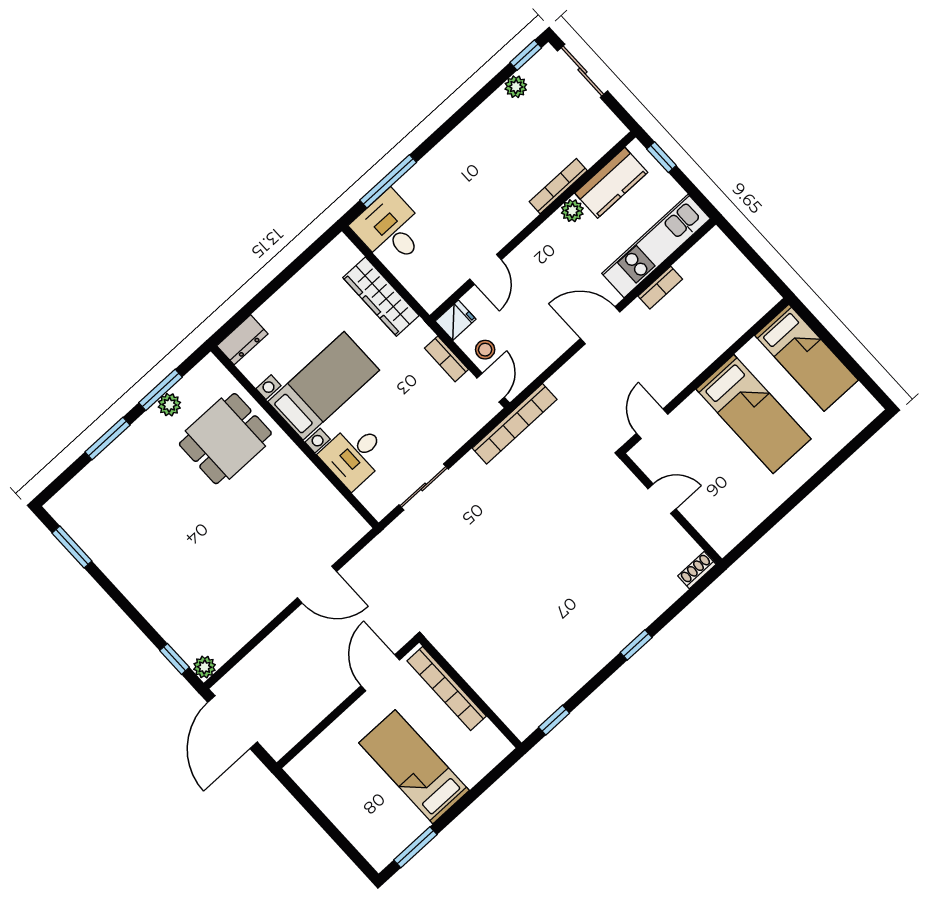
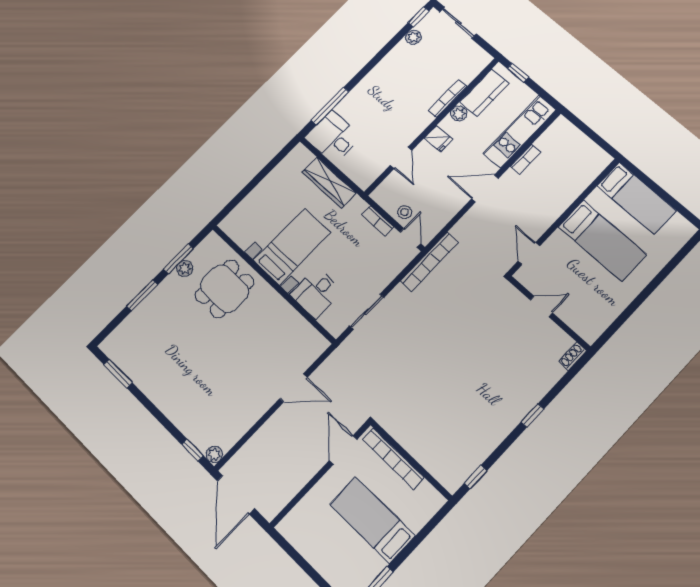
fridge: (456, 320) -> (438, 139), moved, turned 90
dresser: (242, 340) -> (234, 220), removed

